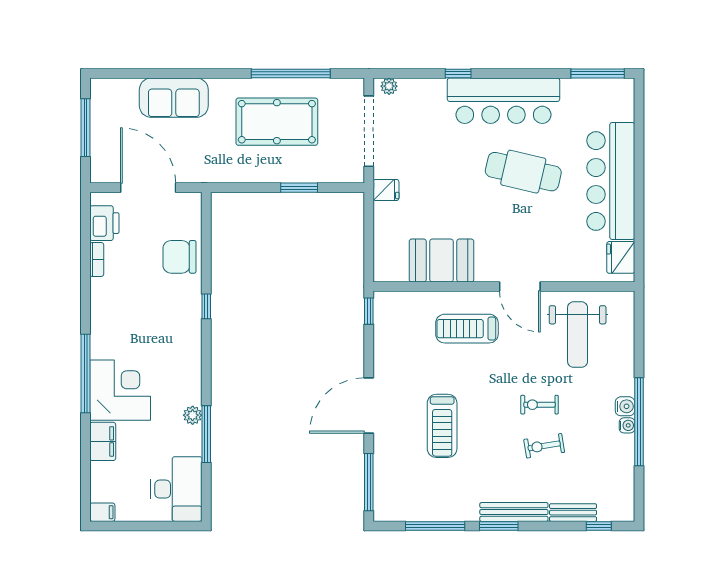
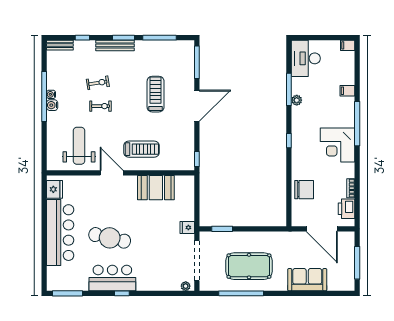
window: (458, 73) -> (122, 293), moved
bar counter: (504, 101) -> (112, 278), width x0.73
window: (299, 188) -> (222, 229), moved
window: (206, 306) -> (289, 141), moved
corner desk: (120, 390) -> (338, 145), moved
filing cabinet: (103, 441) -> (347, 91), width x0.50
bench: (573, 513) -> (60, 45), moved
window: (599, 526) -> (82, 38), moved

